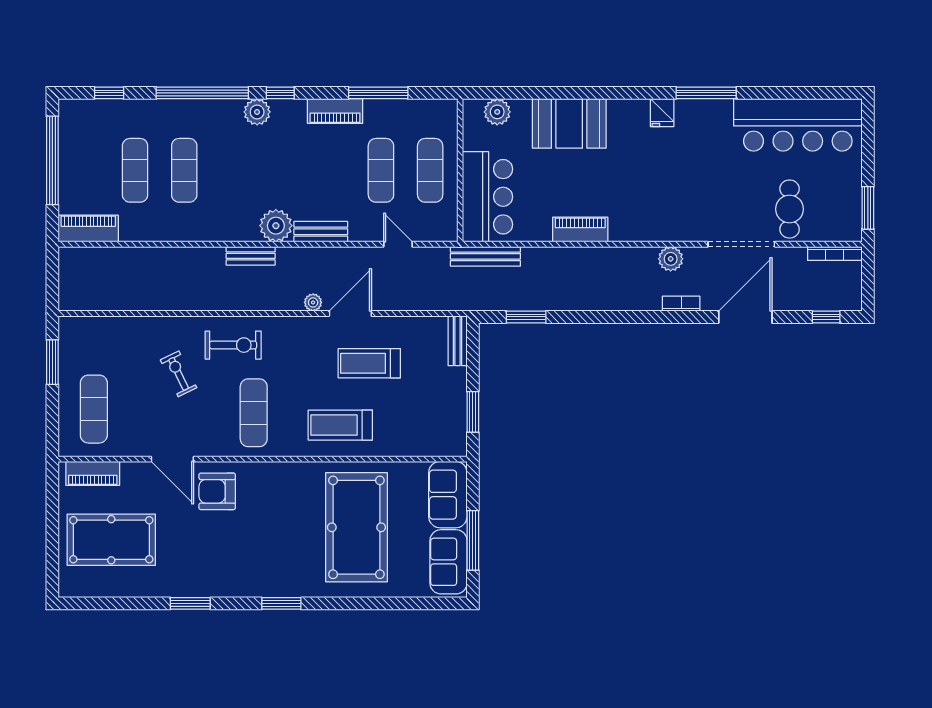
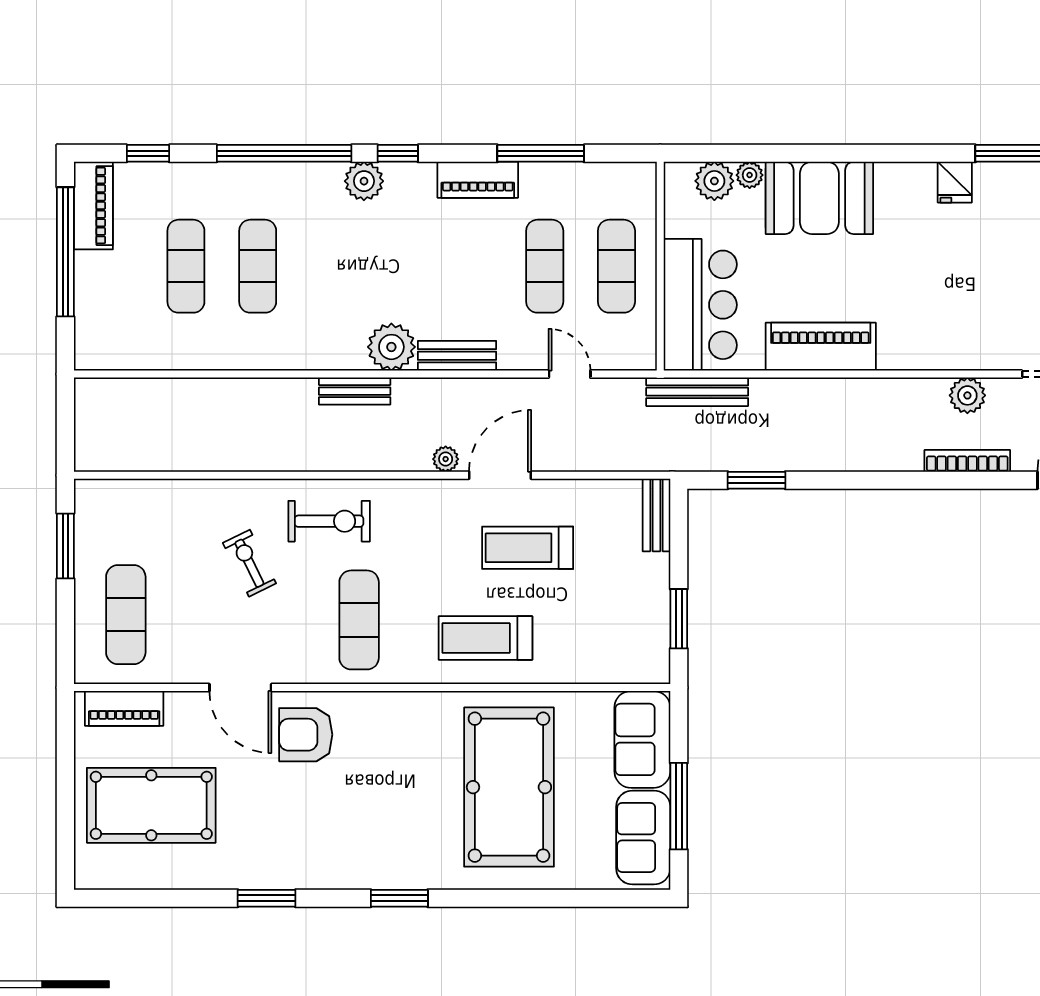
plant: (521, 108) -> (750, 175), added
piano: (88, 228) -> (93, 206), moved, turned 90
piano: (580, 230) -> (821, 347), width x1.37, depth x1.33
bookcase: (681, 304) -> (967, 461), width x1.56

